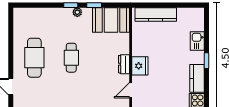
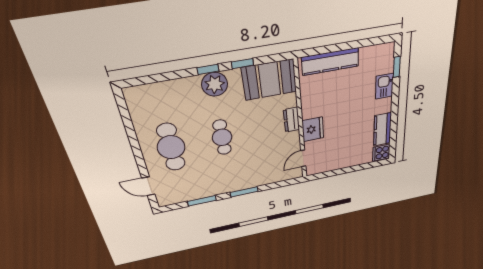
plant: (77, 12) -> (215, 84), width x1.87, depth x1.87
window: (206, 61) -> (397, 67), moved
dresser: (124, 64) -> (292, 120), moved

